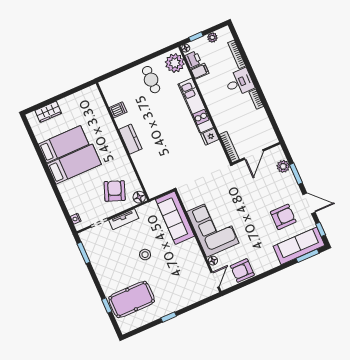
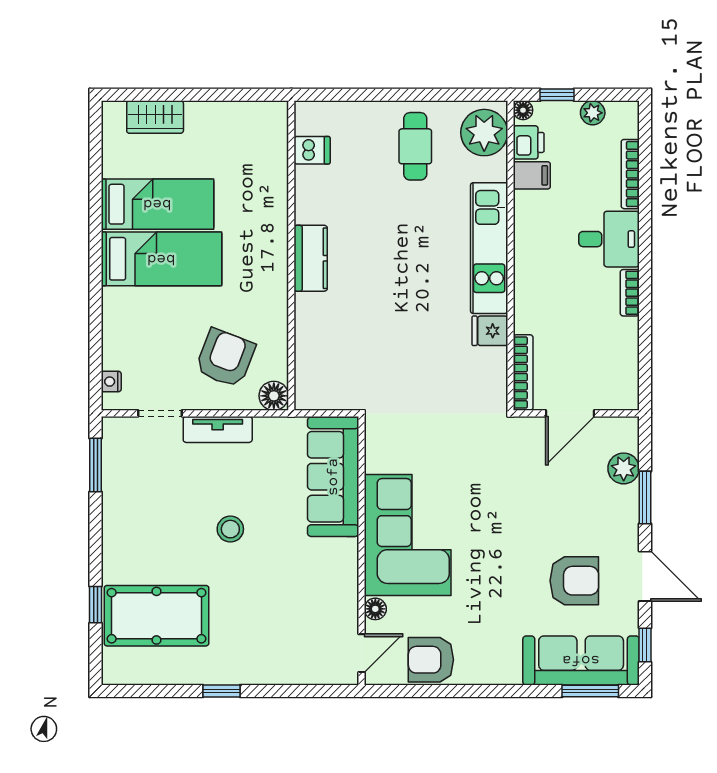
dishwasher: (118, 110) -> (312, 150), moved

